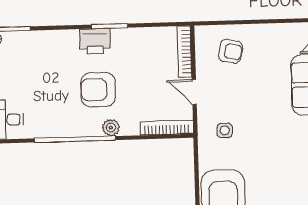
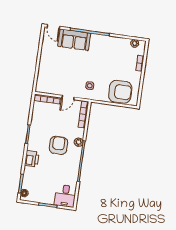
printer: (95, 41) -> (32, 159), moved
armchair: (230, 51) -> (51, 76), removed
armchair: (98, 90) -> (59, 145), turned 180

